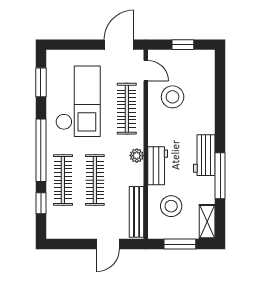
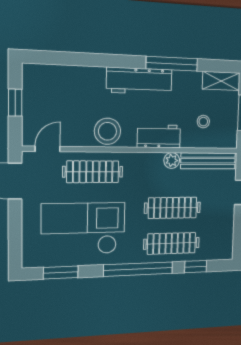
stool: (173, 97) -> (107, 131), moved
workbench: (204, 155) -> (139, 81), width x1.38
plant: (137, 156) -> (172, 160), moved
stool: (171, 206) -> (203, 122), width x0.53, depth x0.53

